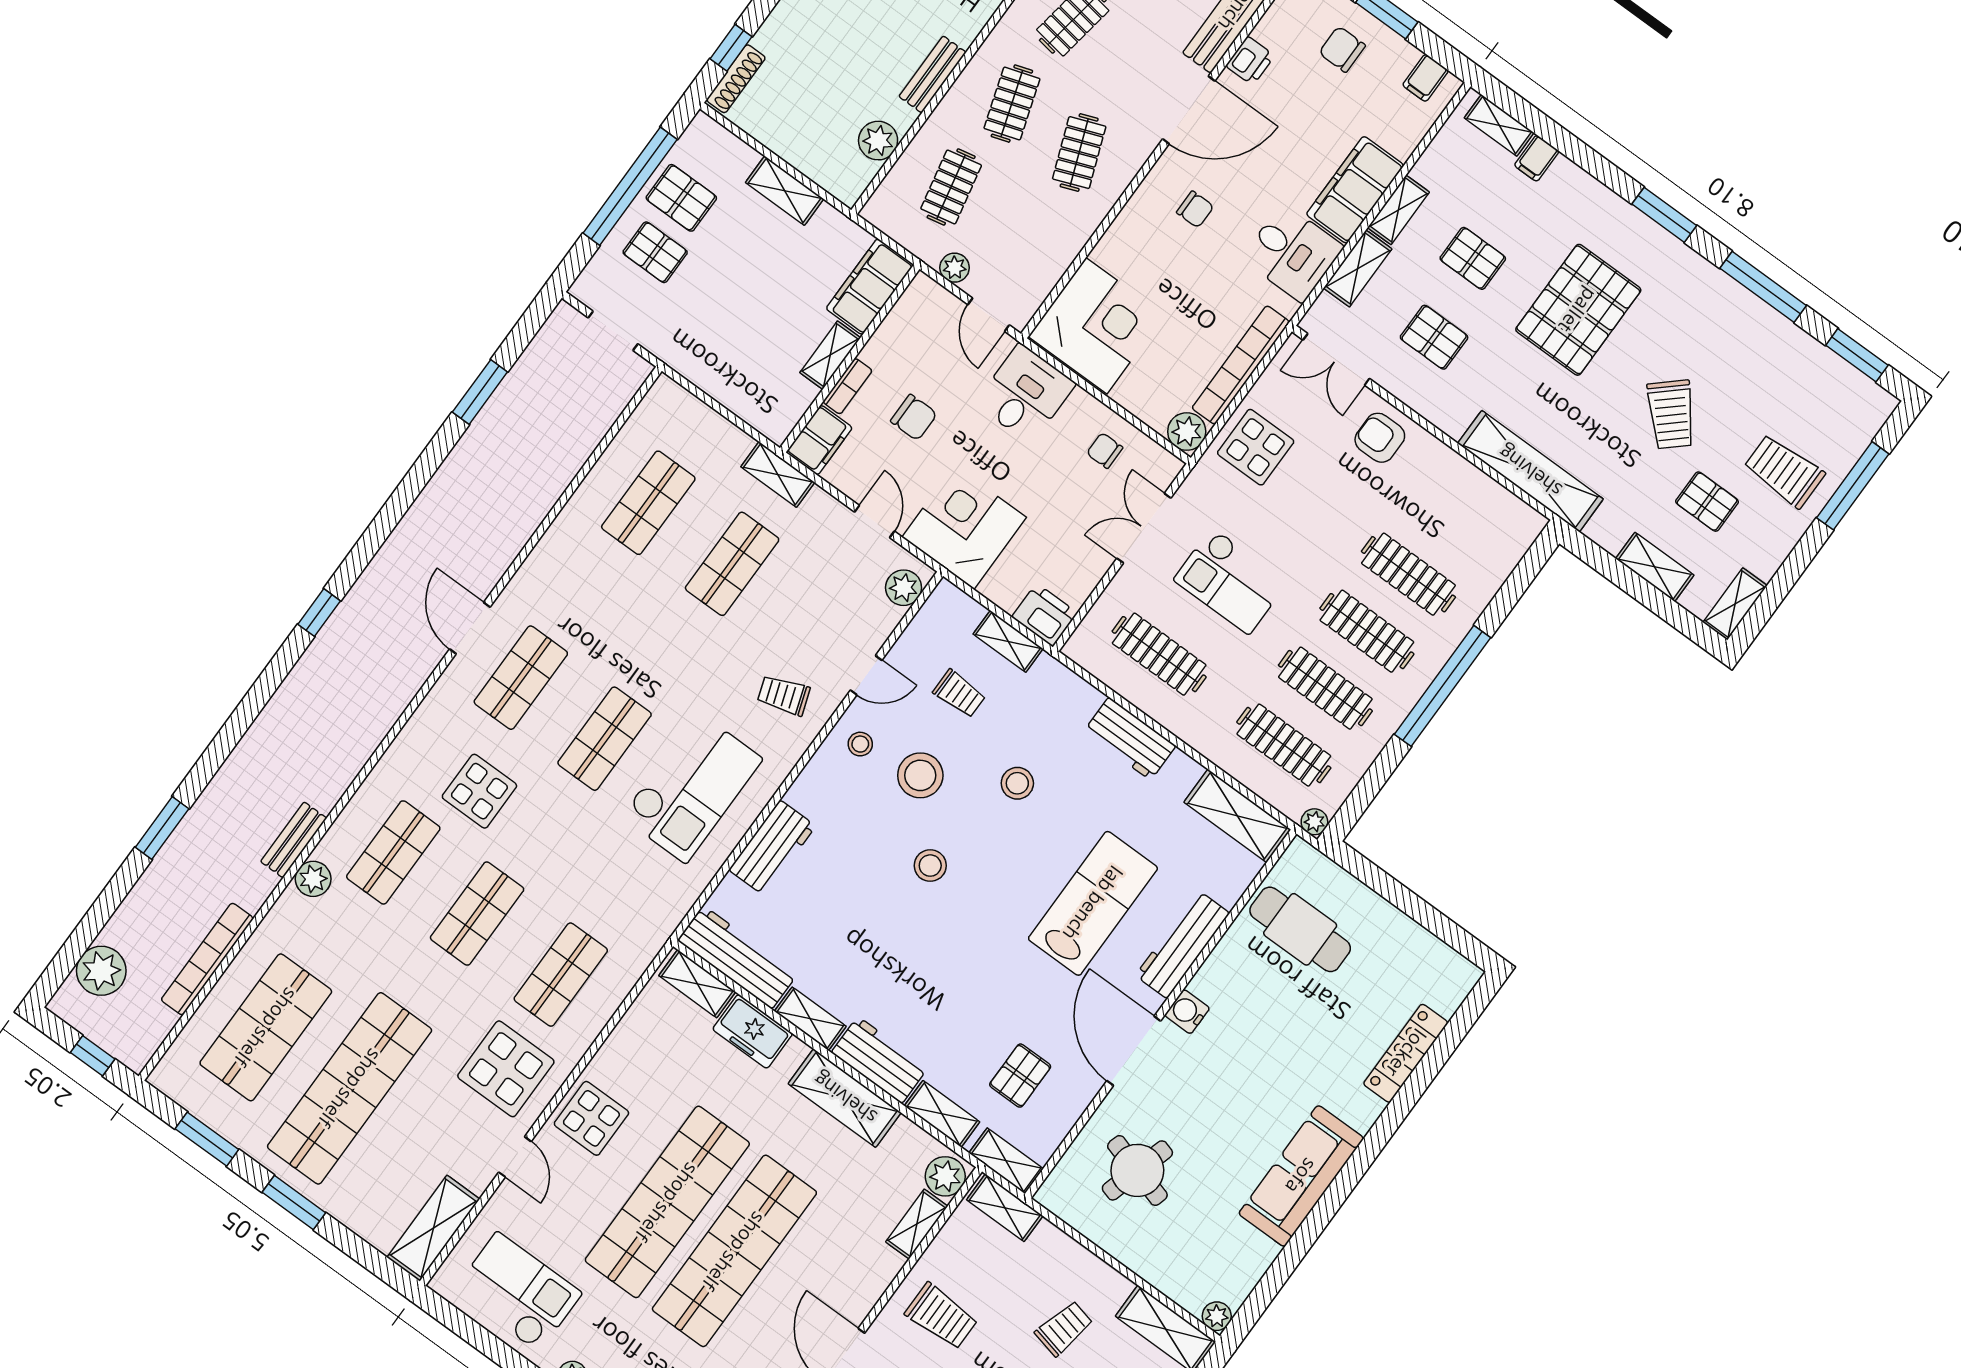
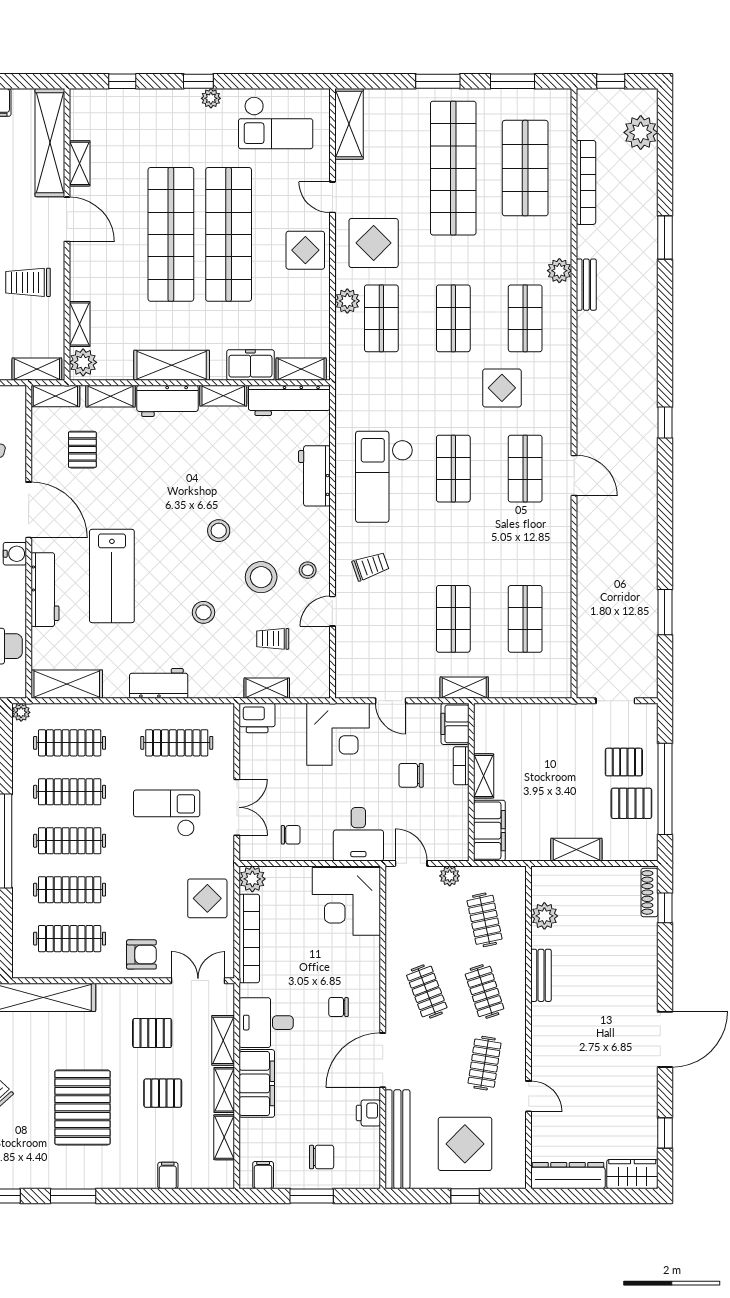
shelving: (1499, 125) -> (224, 1137), moved, turned 90
clothes rail: (1450, 517) -> (70, 939), added
plant: (904, 588) -> (347, 301), moved

